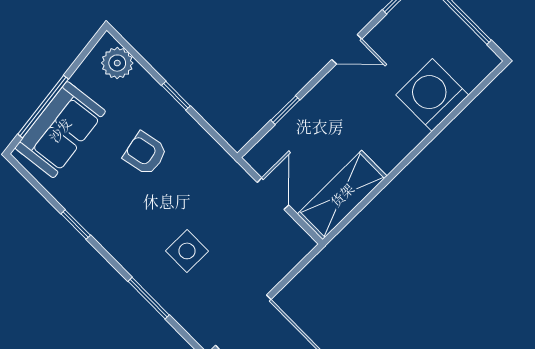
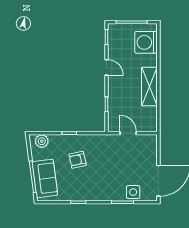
door: (347, 49) -> (107, 67), hinge flipped
washing machine: (432, 95) -> (146, 42), moved
shelving: (342, 195) -> (149, 87), moved
side table: (187, 251) -> (133, 192), moved

